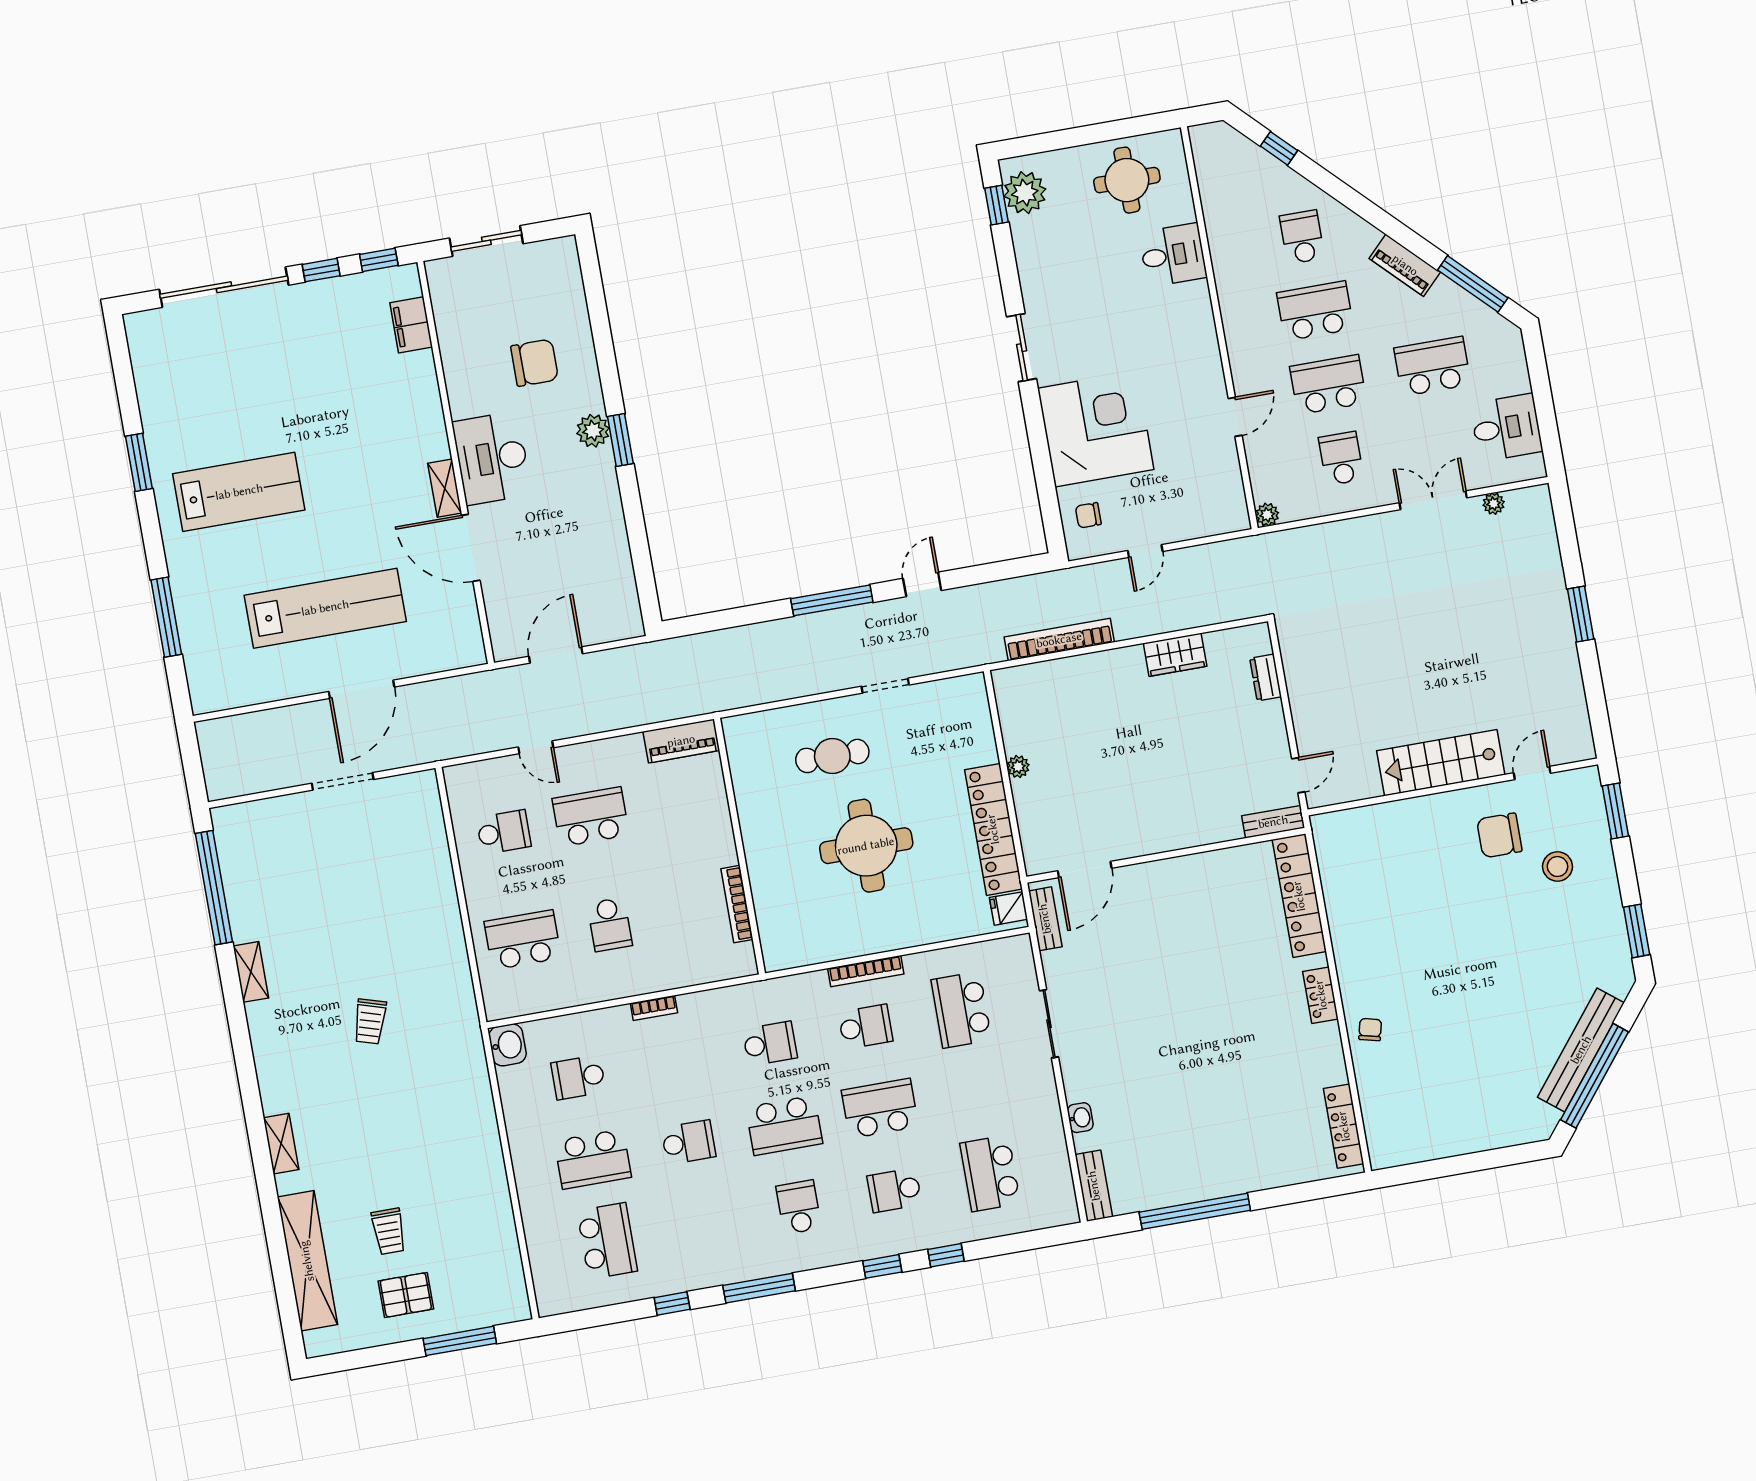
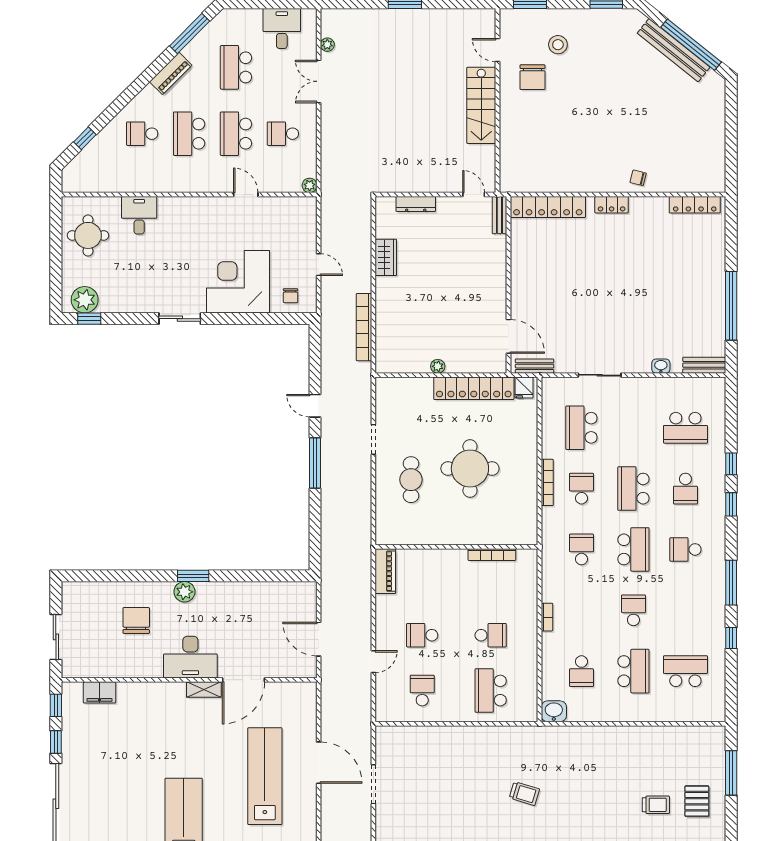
dresser: (1266, 678) -> (416, 204), width x1.44
school desk: (591, 817) -> (422, 635), width x0.54
school desk: (961, 1010) -> (581, 428), turned 90

